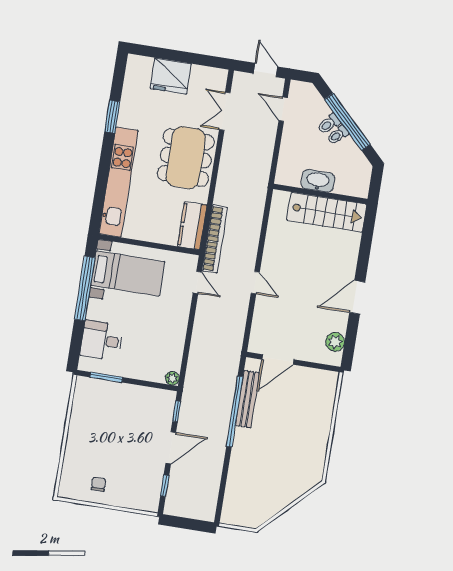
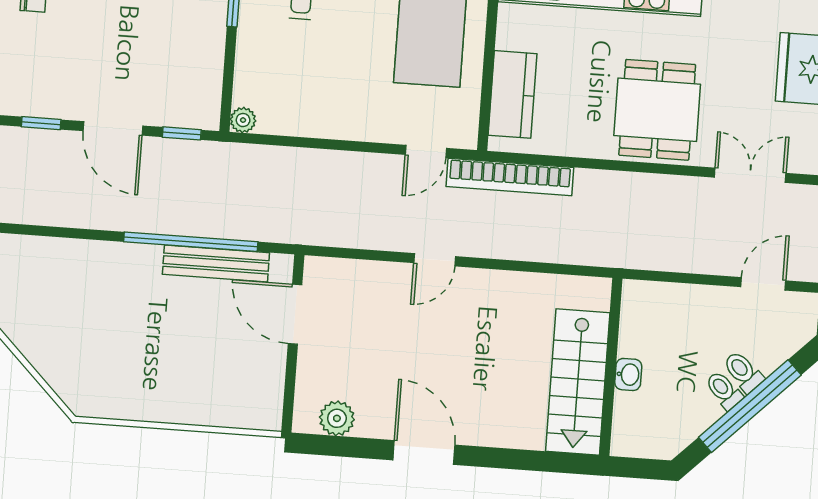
dining table: (186, 158) -> (657, 110), width x0.73
washbasin: (318, 181) -> (628, 374), width x0.52, depth x0.69
kitchen counter: (192, 226) -> (513, 94), moved, turned 90

